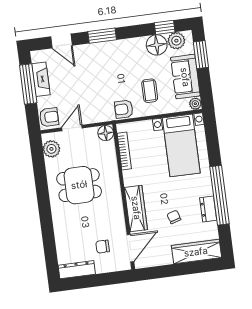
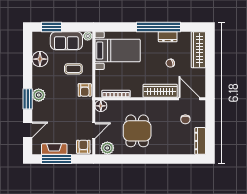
window: (165, 27) -> (28, 51), removed
plant: (176, 41) -> (39, 95), moved
door: (72, 128) -> (94, 131), swing flipped

